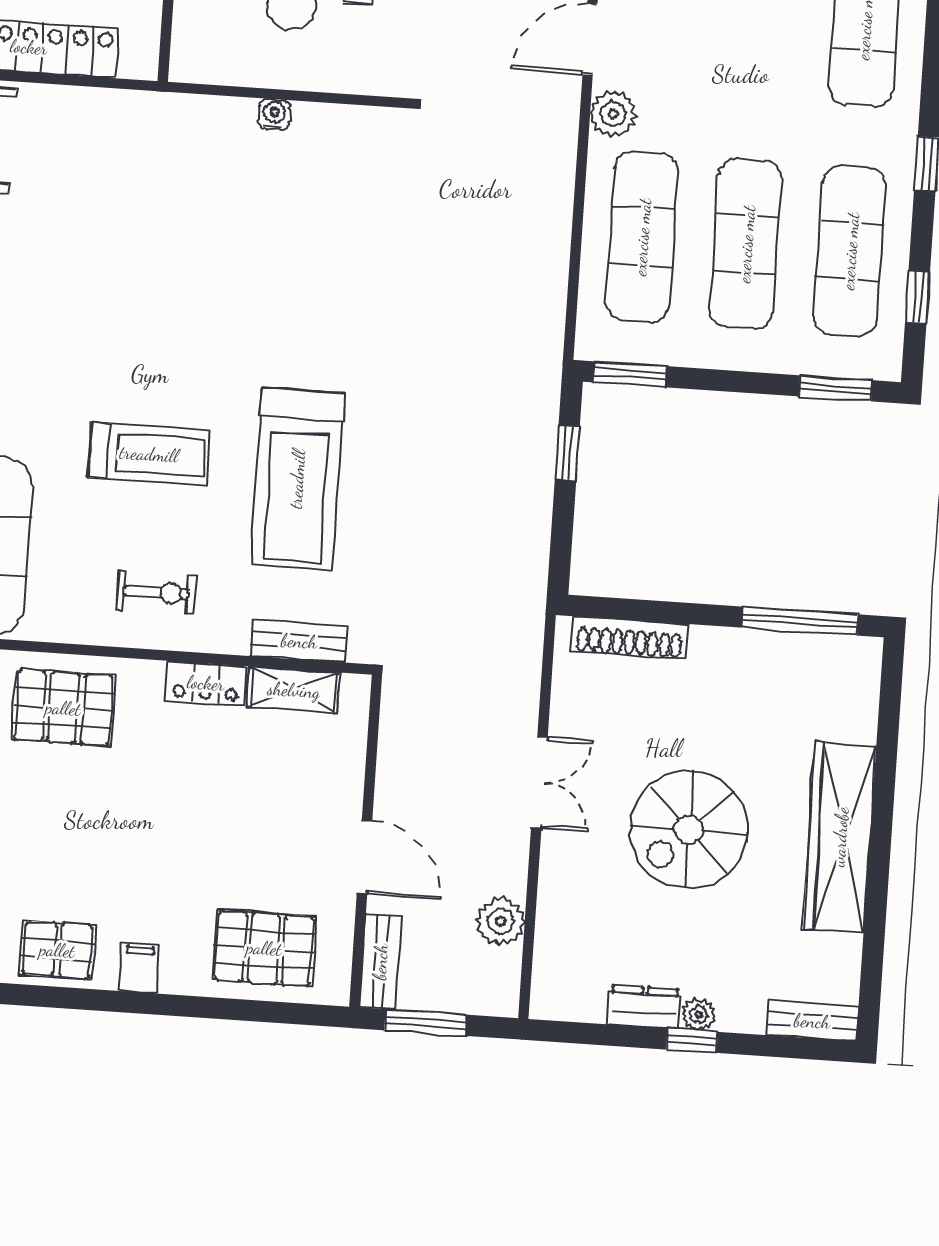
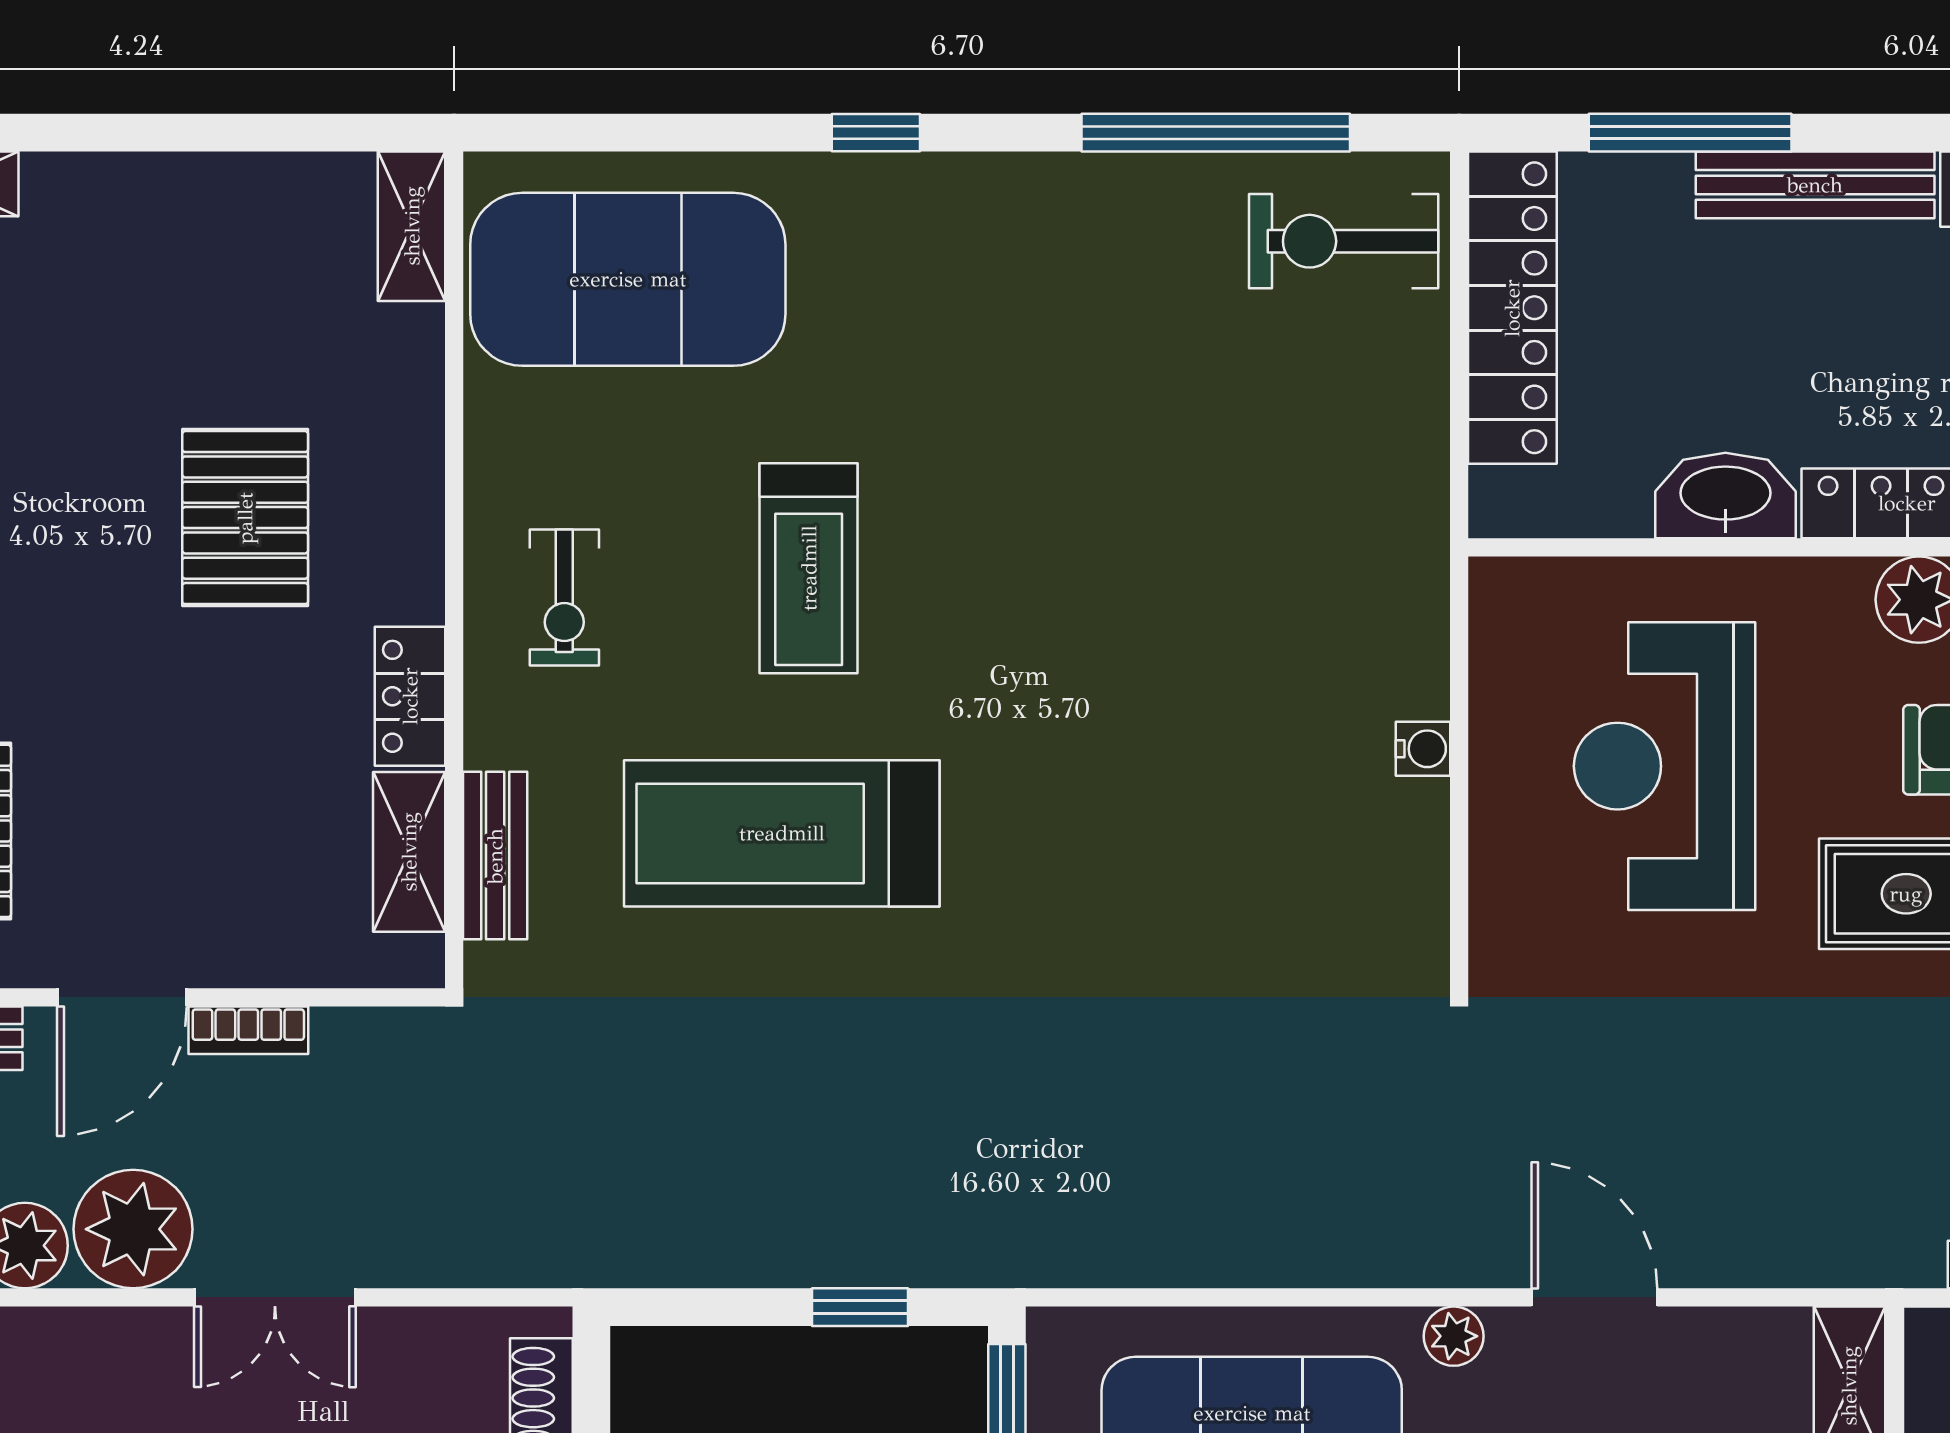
plant: (613, 114) -> (1454, 1336), width x0.73, depth x0.73
pallet: (63, 708) -> (245, 518), moved
bookcase: (388, 787) -> (248, 1030), added
plant: (495, 860) -> (133, 1229), added

